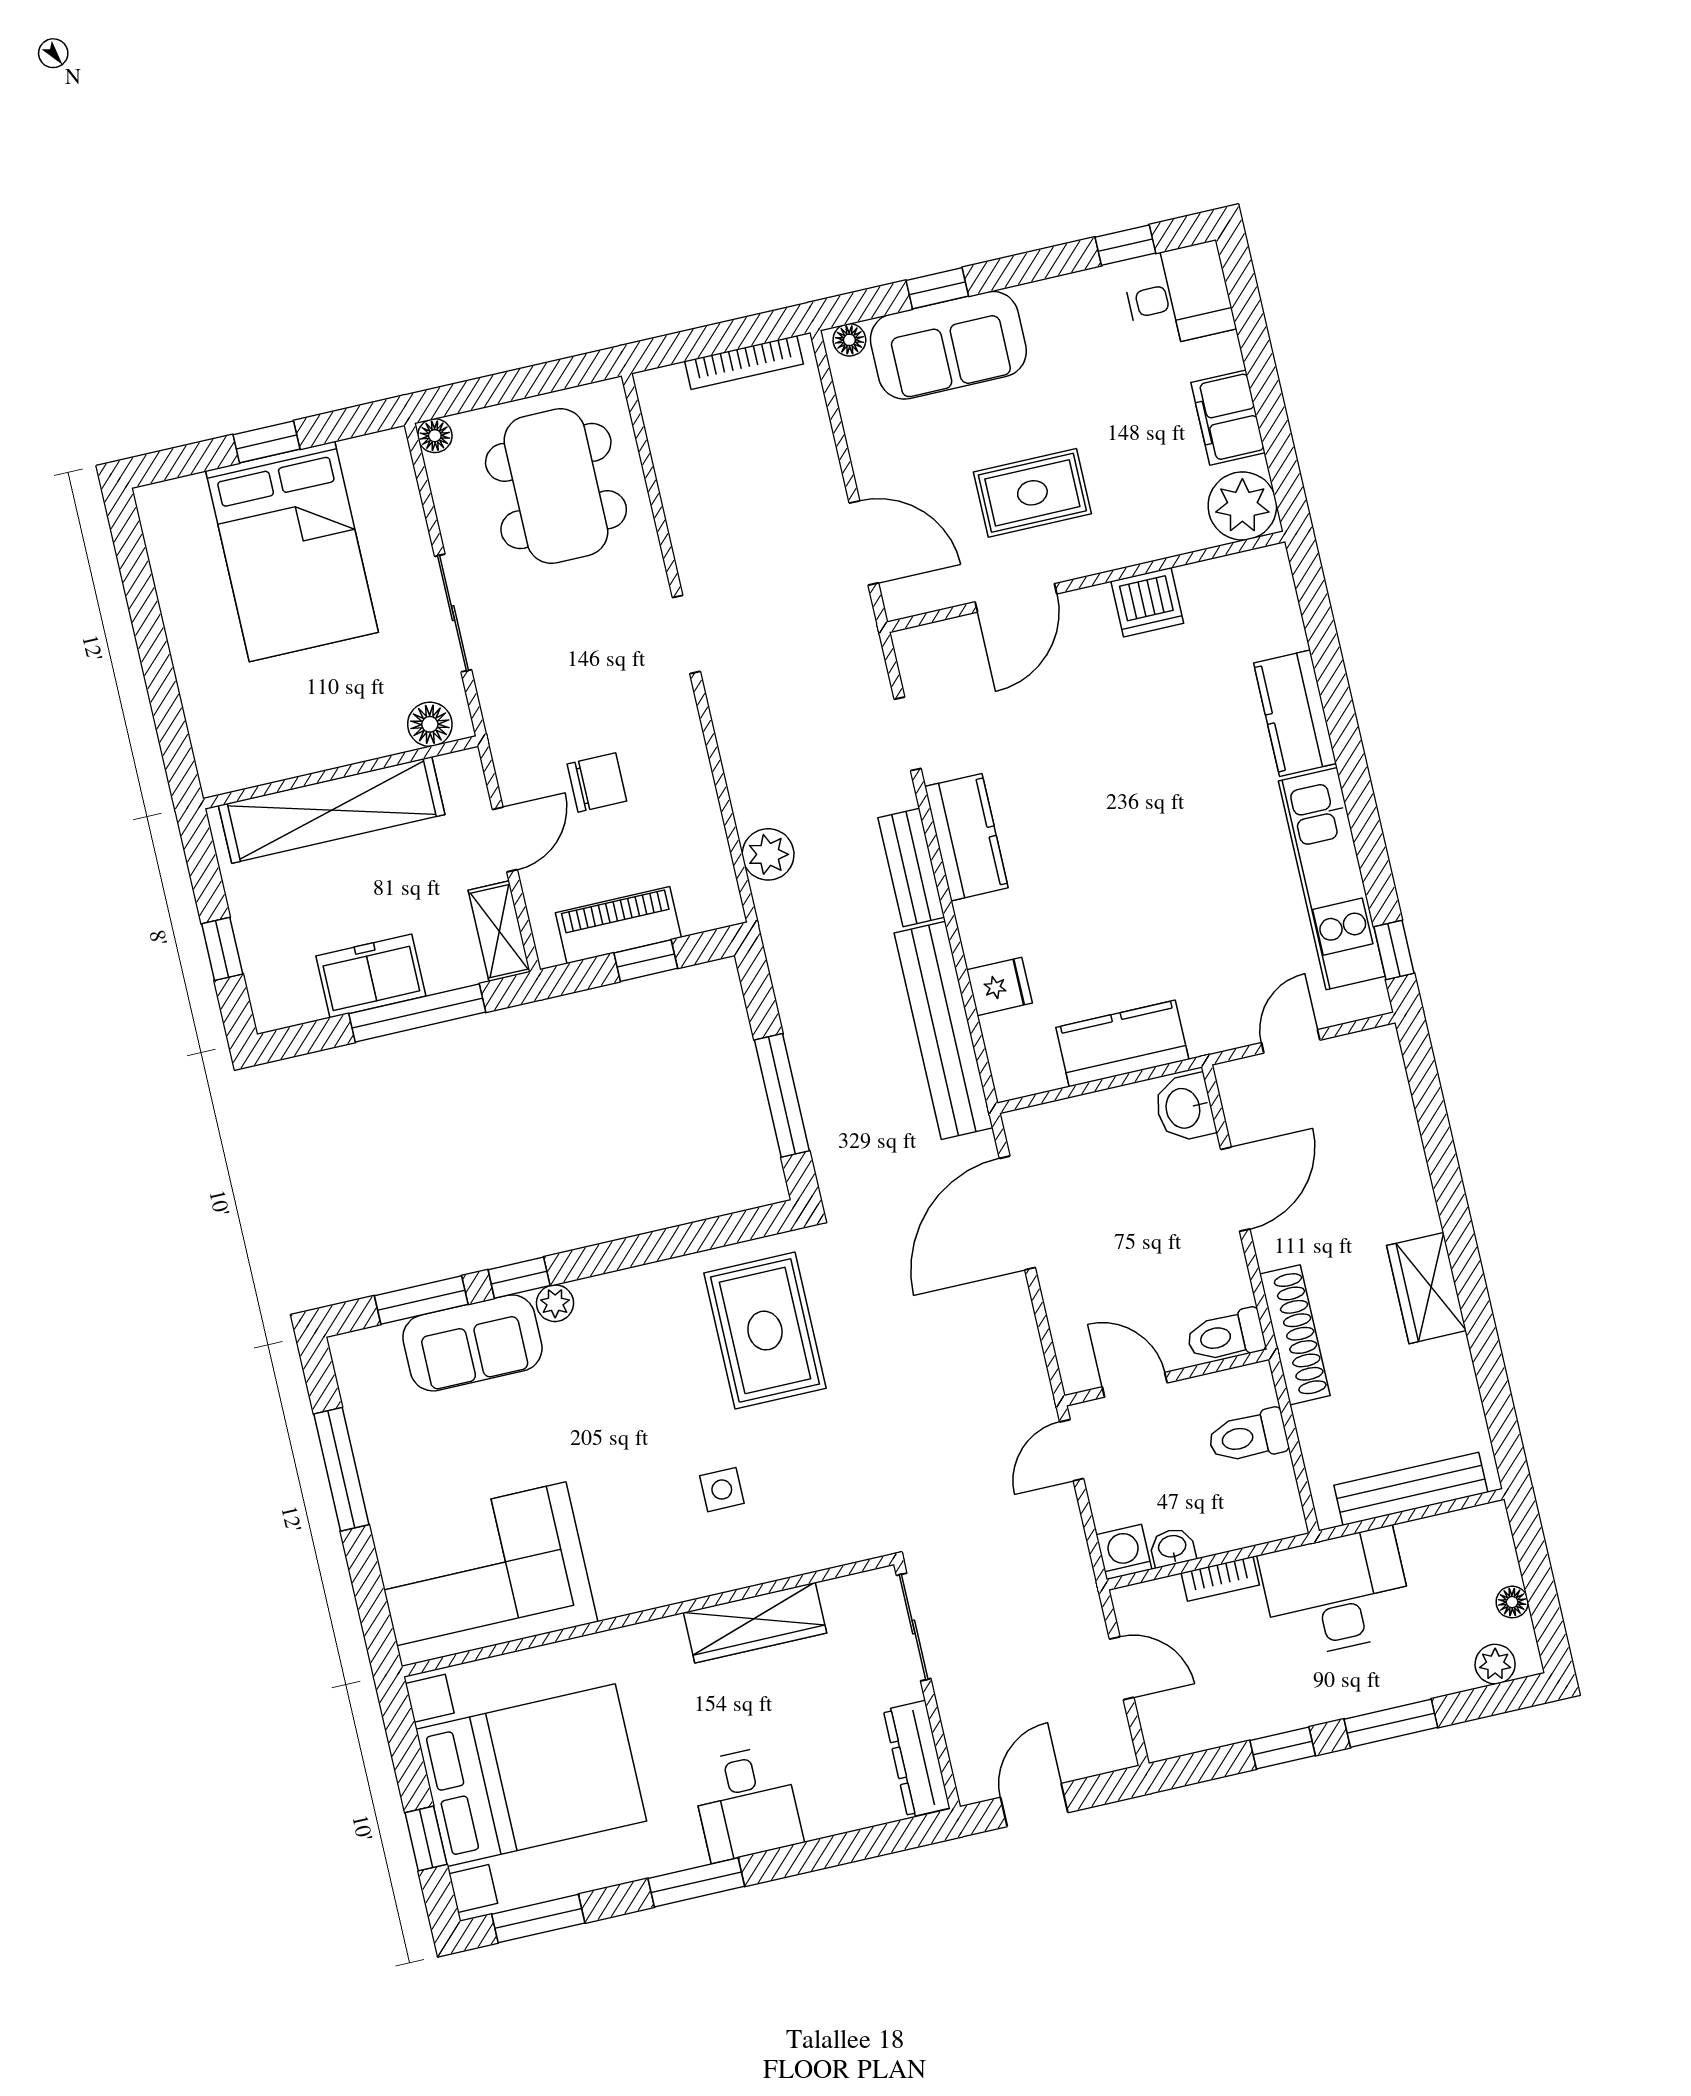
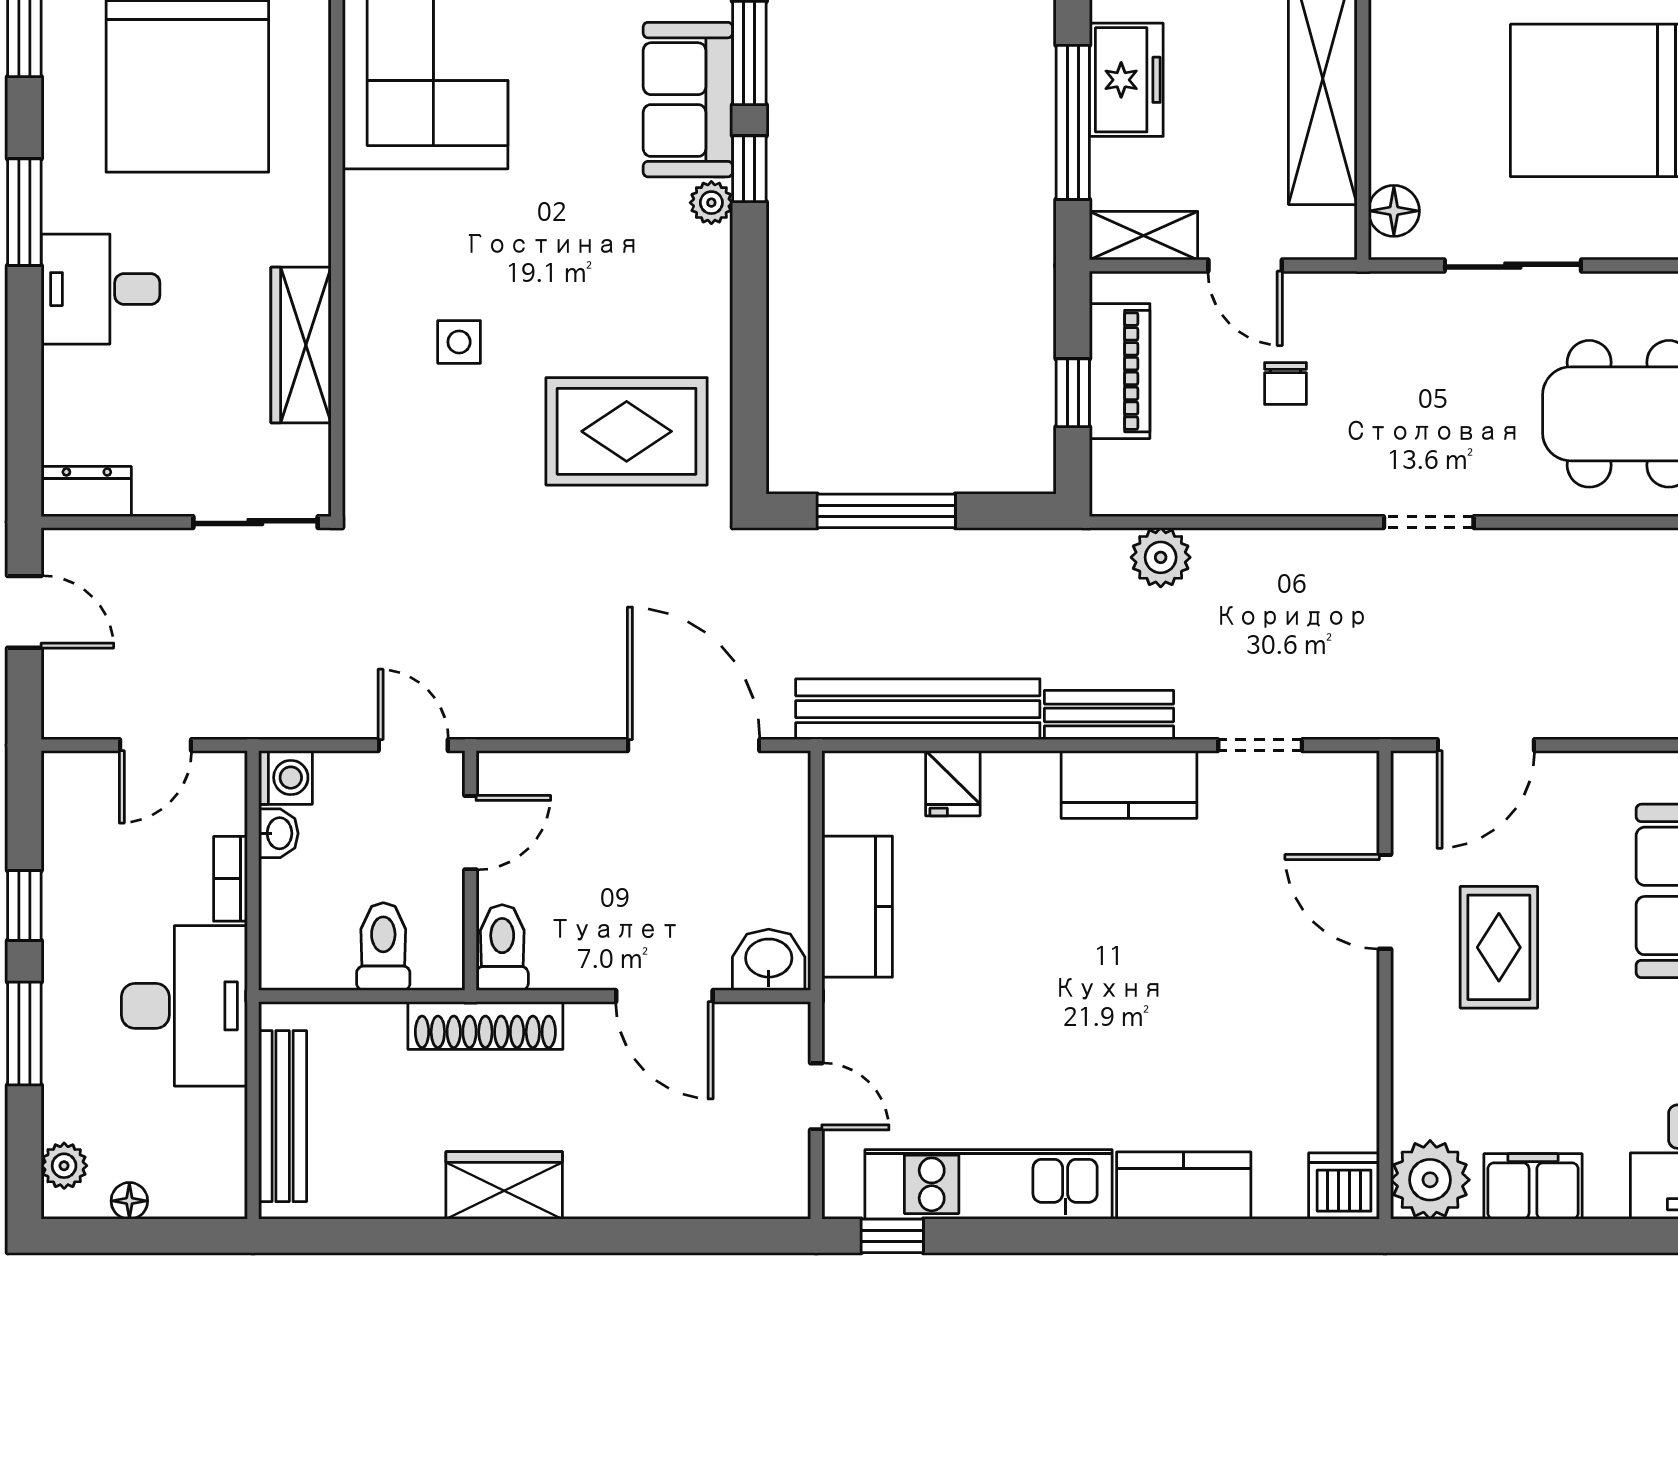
dishwasher: (1147, 602) -> (1344, 1186), moved, turned 90
chair: (597, 782) -> (1285, 384), width x0.73, depth x0.73
dresser: (917, 1759) -> (87, 492), width x0.70

